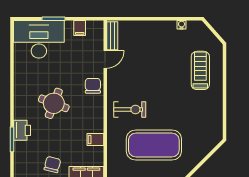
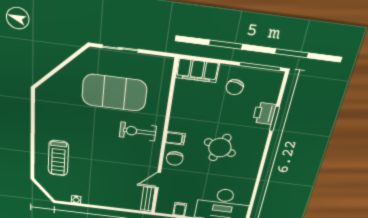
printer: (22, 130) -> (264, 113), moved
filing cabinet: (95, 140) -> (175, 138), moved

